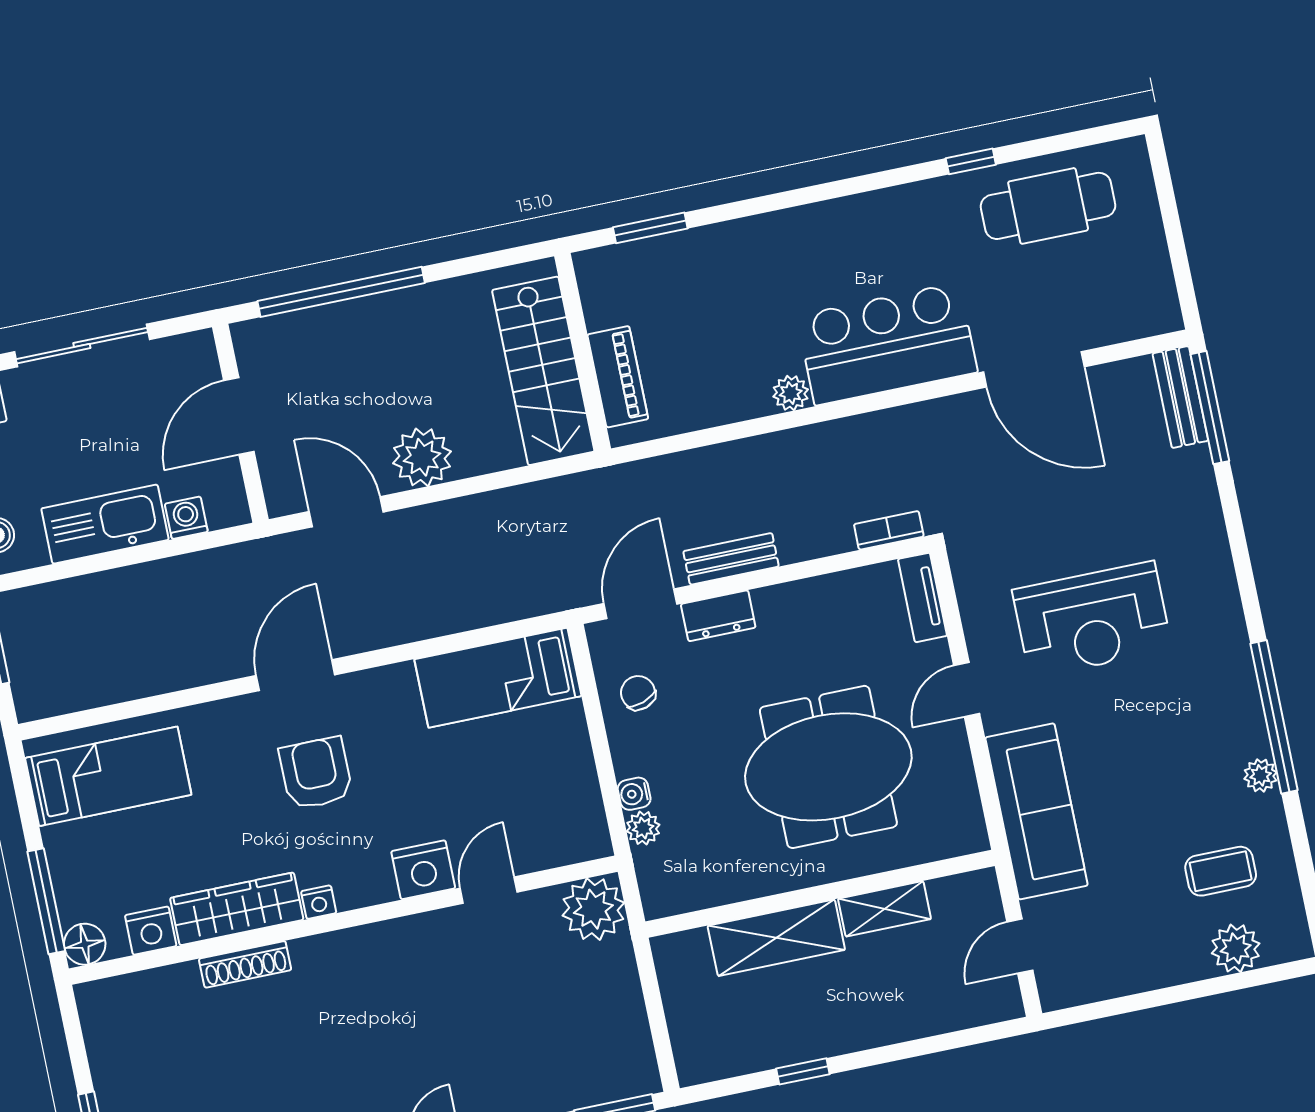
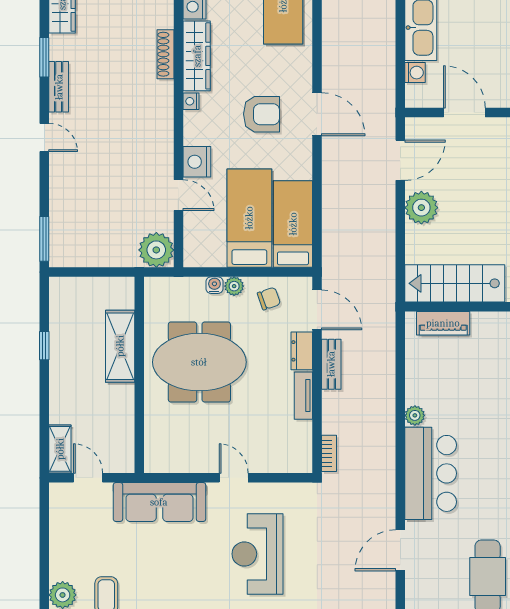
door: (1034, 369) -> (400, 550), width x0.73
tv unit: (922, 597) -> (303, 396), moved, turned -90
bed: (503, 757) -> (249, 218), added
meeting table: (828, 767) -> (199, 362), moved, turned 90
plant: (643, 828) -> (234, 286), moved
shelving: (884, 909) -> (60, 449), moved

